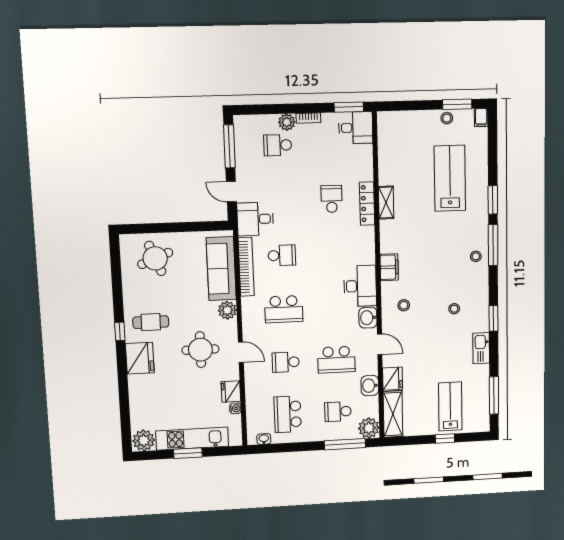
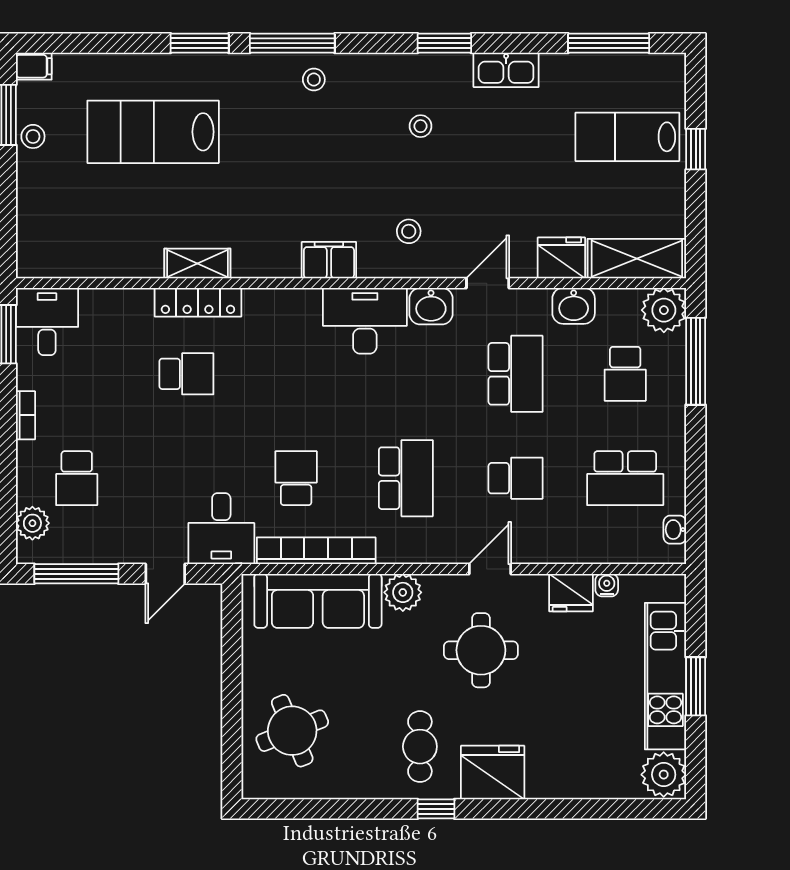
plant: (287, 122) -> (32, 523), moved
school desk: (332, 199) -> (186, 374), turned 180
school desk: (286, 362) -> (516, 478), turned -90

